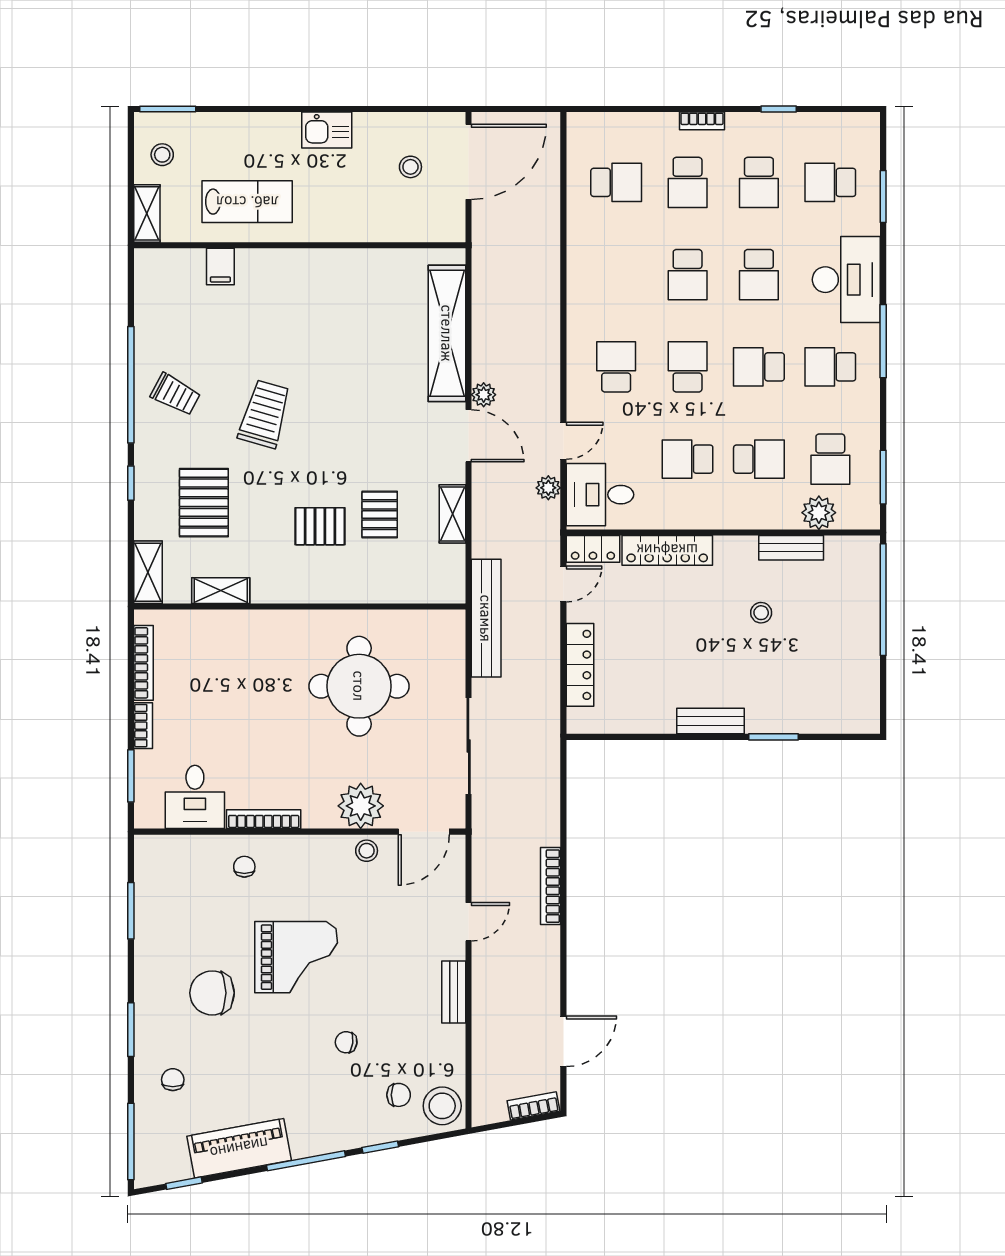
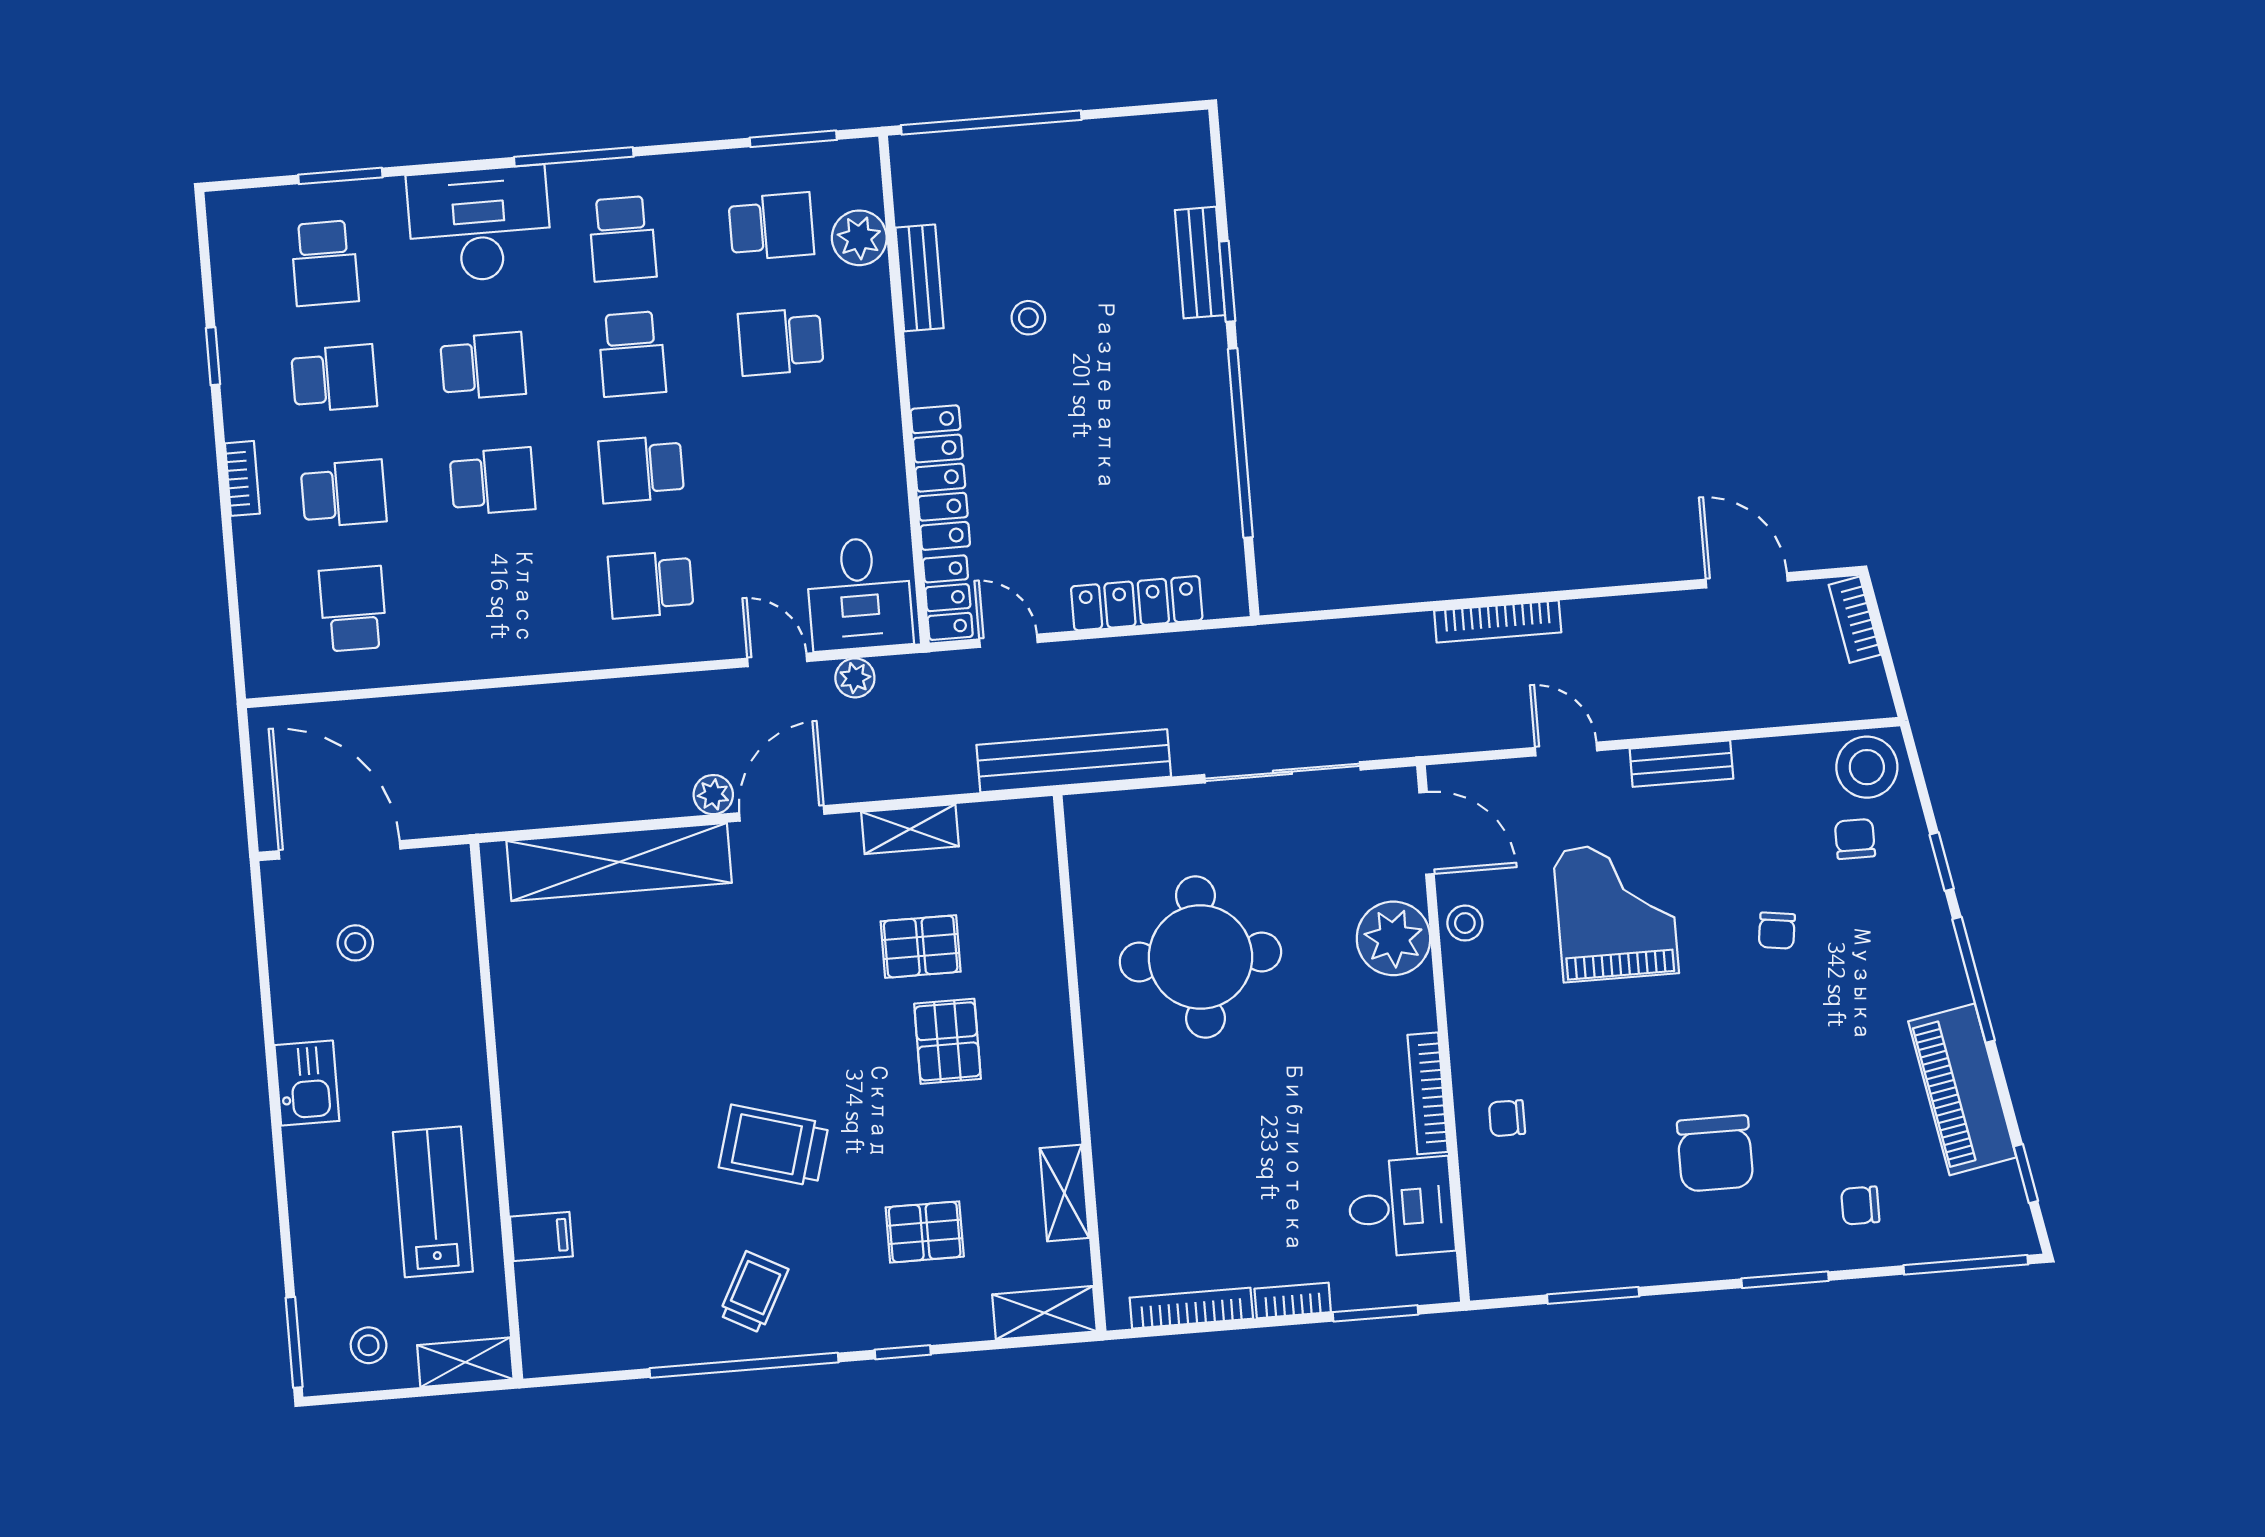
school desk: (688, 459) -> (790, 457), removed
school desk: (759, 459) -> (781, 342), turned -90
pallet: (204, 503) -> (925, 1232), width x0.67, depth x0.71
bench: (711, 721) -> (1200, 263), moved
window: (673, 737) -> (1240, 443), added
grand piano: (296, 957) -> (1616, 911), moved

